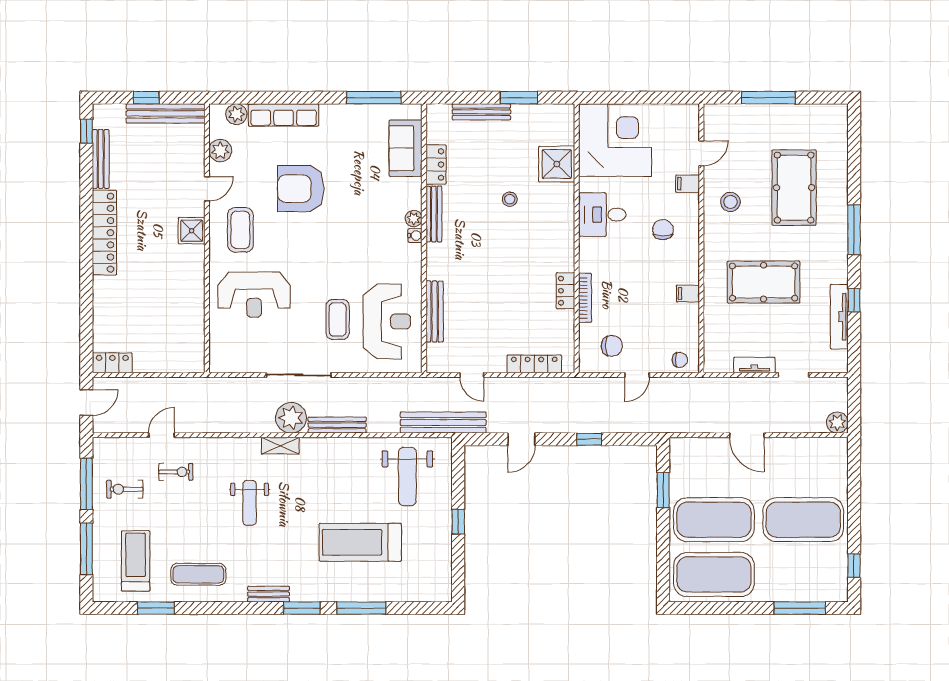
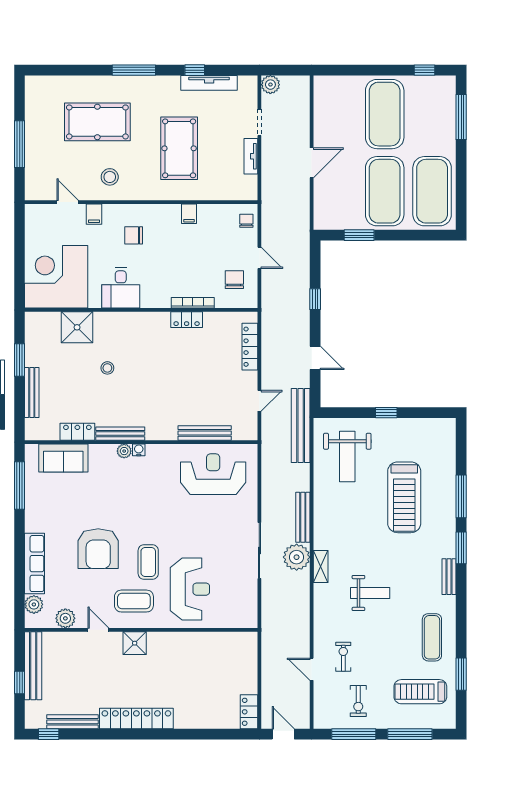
coffee table: (338, 319) -> (148, 562), moved, turned 90
plant: (837, 423) -> (270, 85), moved
weight bench: (407, 476) -> (347, 456), turned 90

